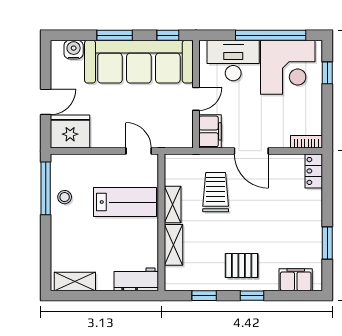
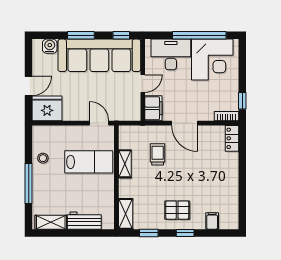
window: (327, 73) -> (242, 101), moved
window: (46, 188) -> (29, 183), moved
trolley: (216, 192) -> (158, 154), width x0.73, depth x0.72
window: (327, 243) -> (242, 193), removed
shelving: (173, 245) -> (126, 214), moved
workbench: (136, 279) -> (84, 221), moved
filing cabinet: (296, 280) -> (212, 221), width x0.50

